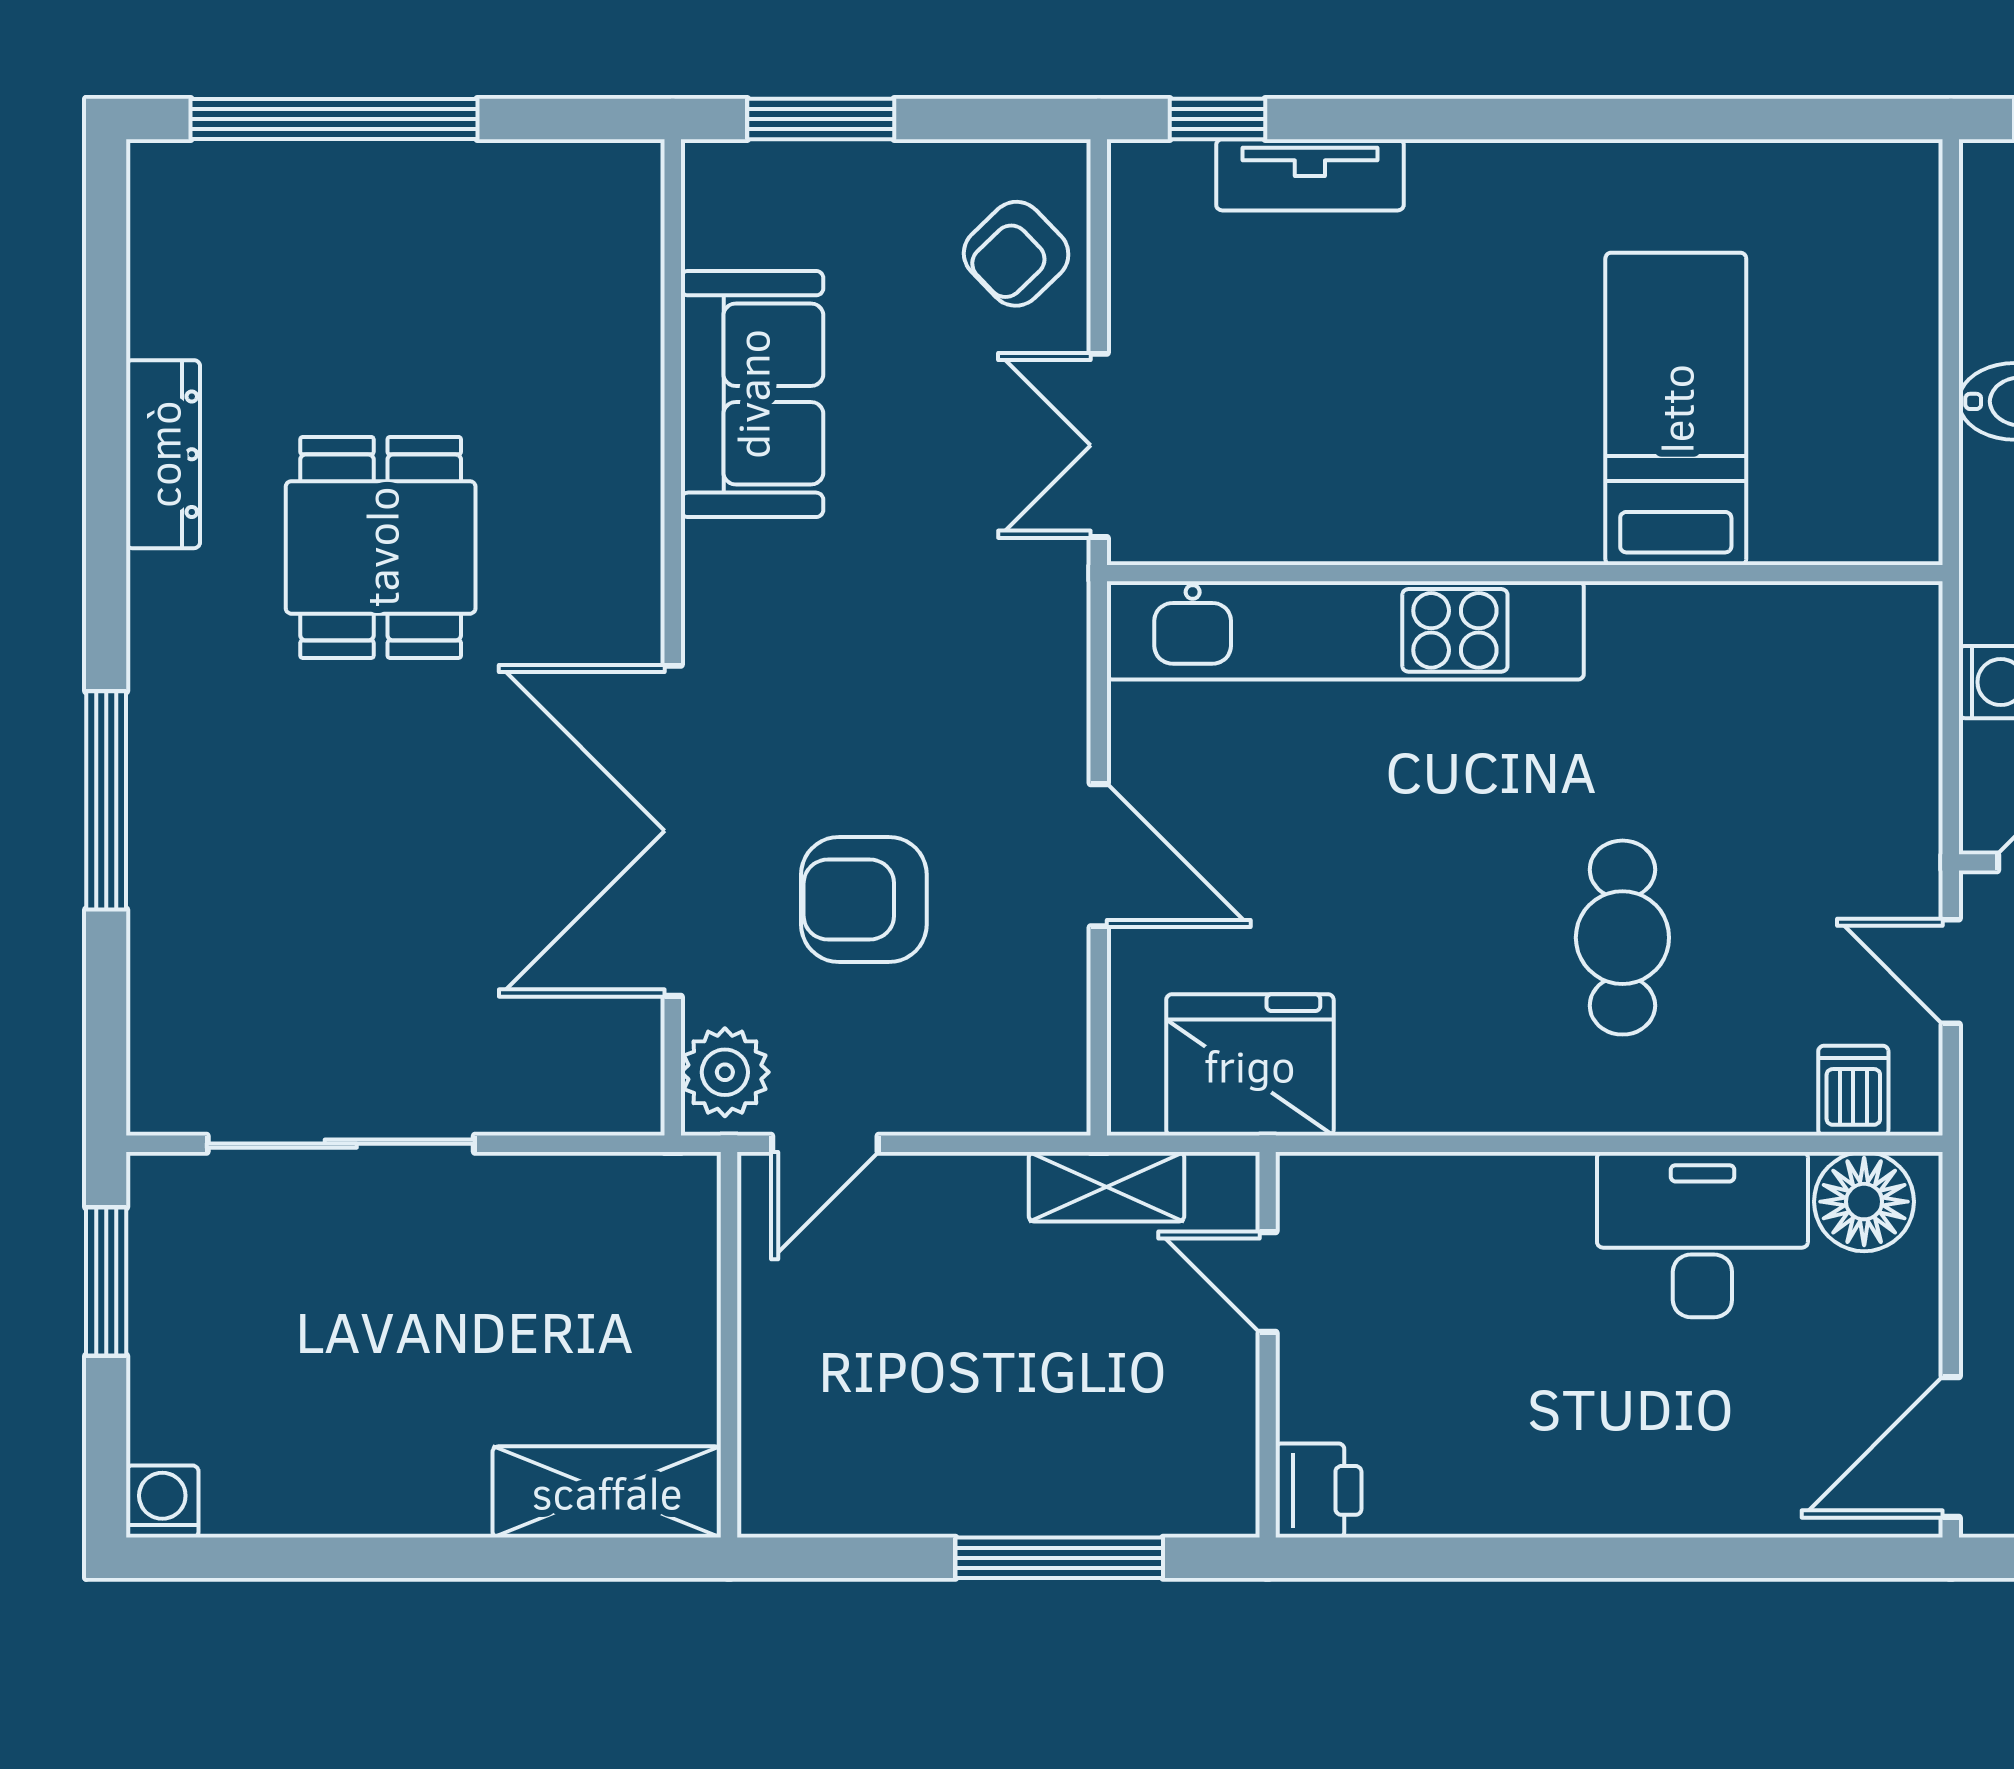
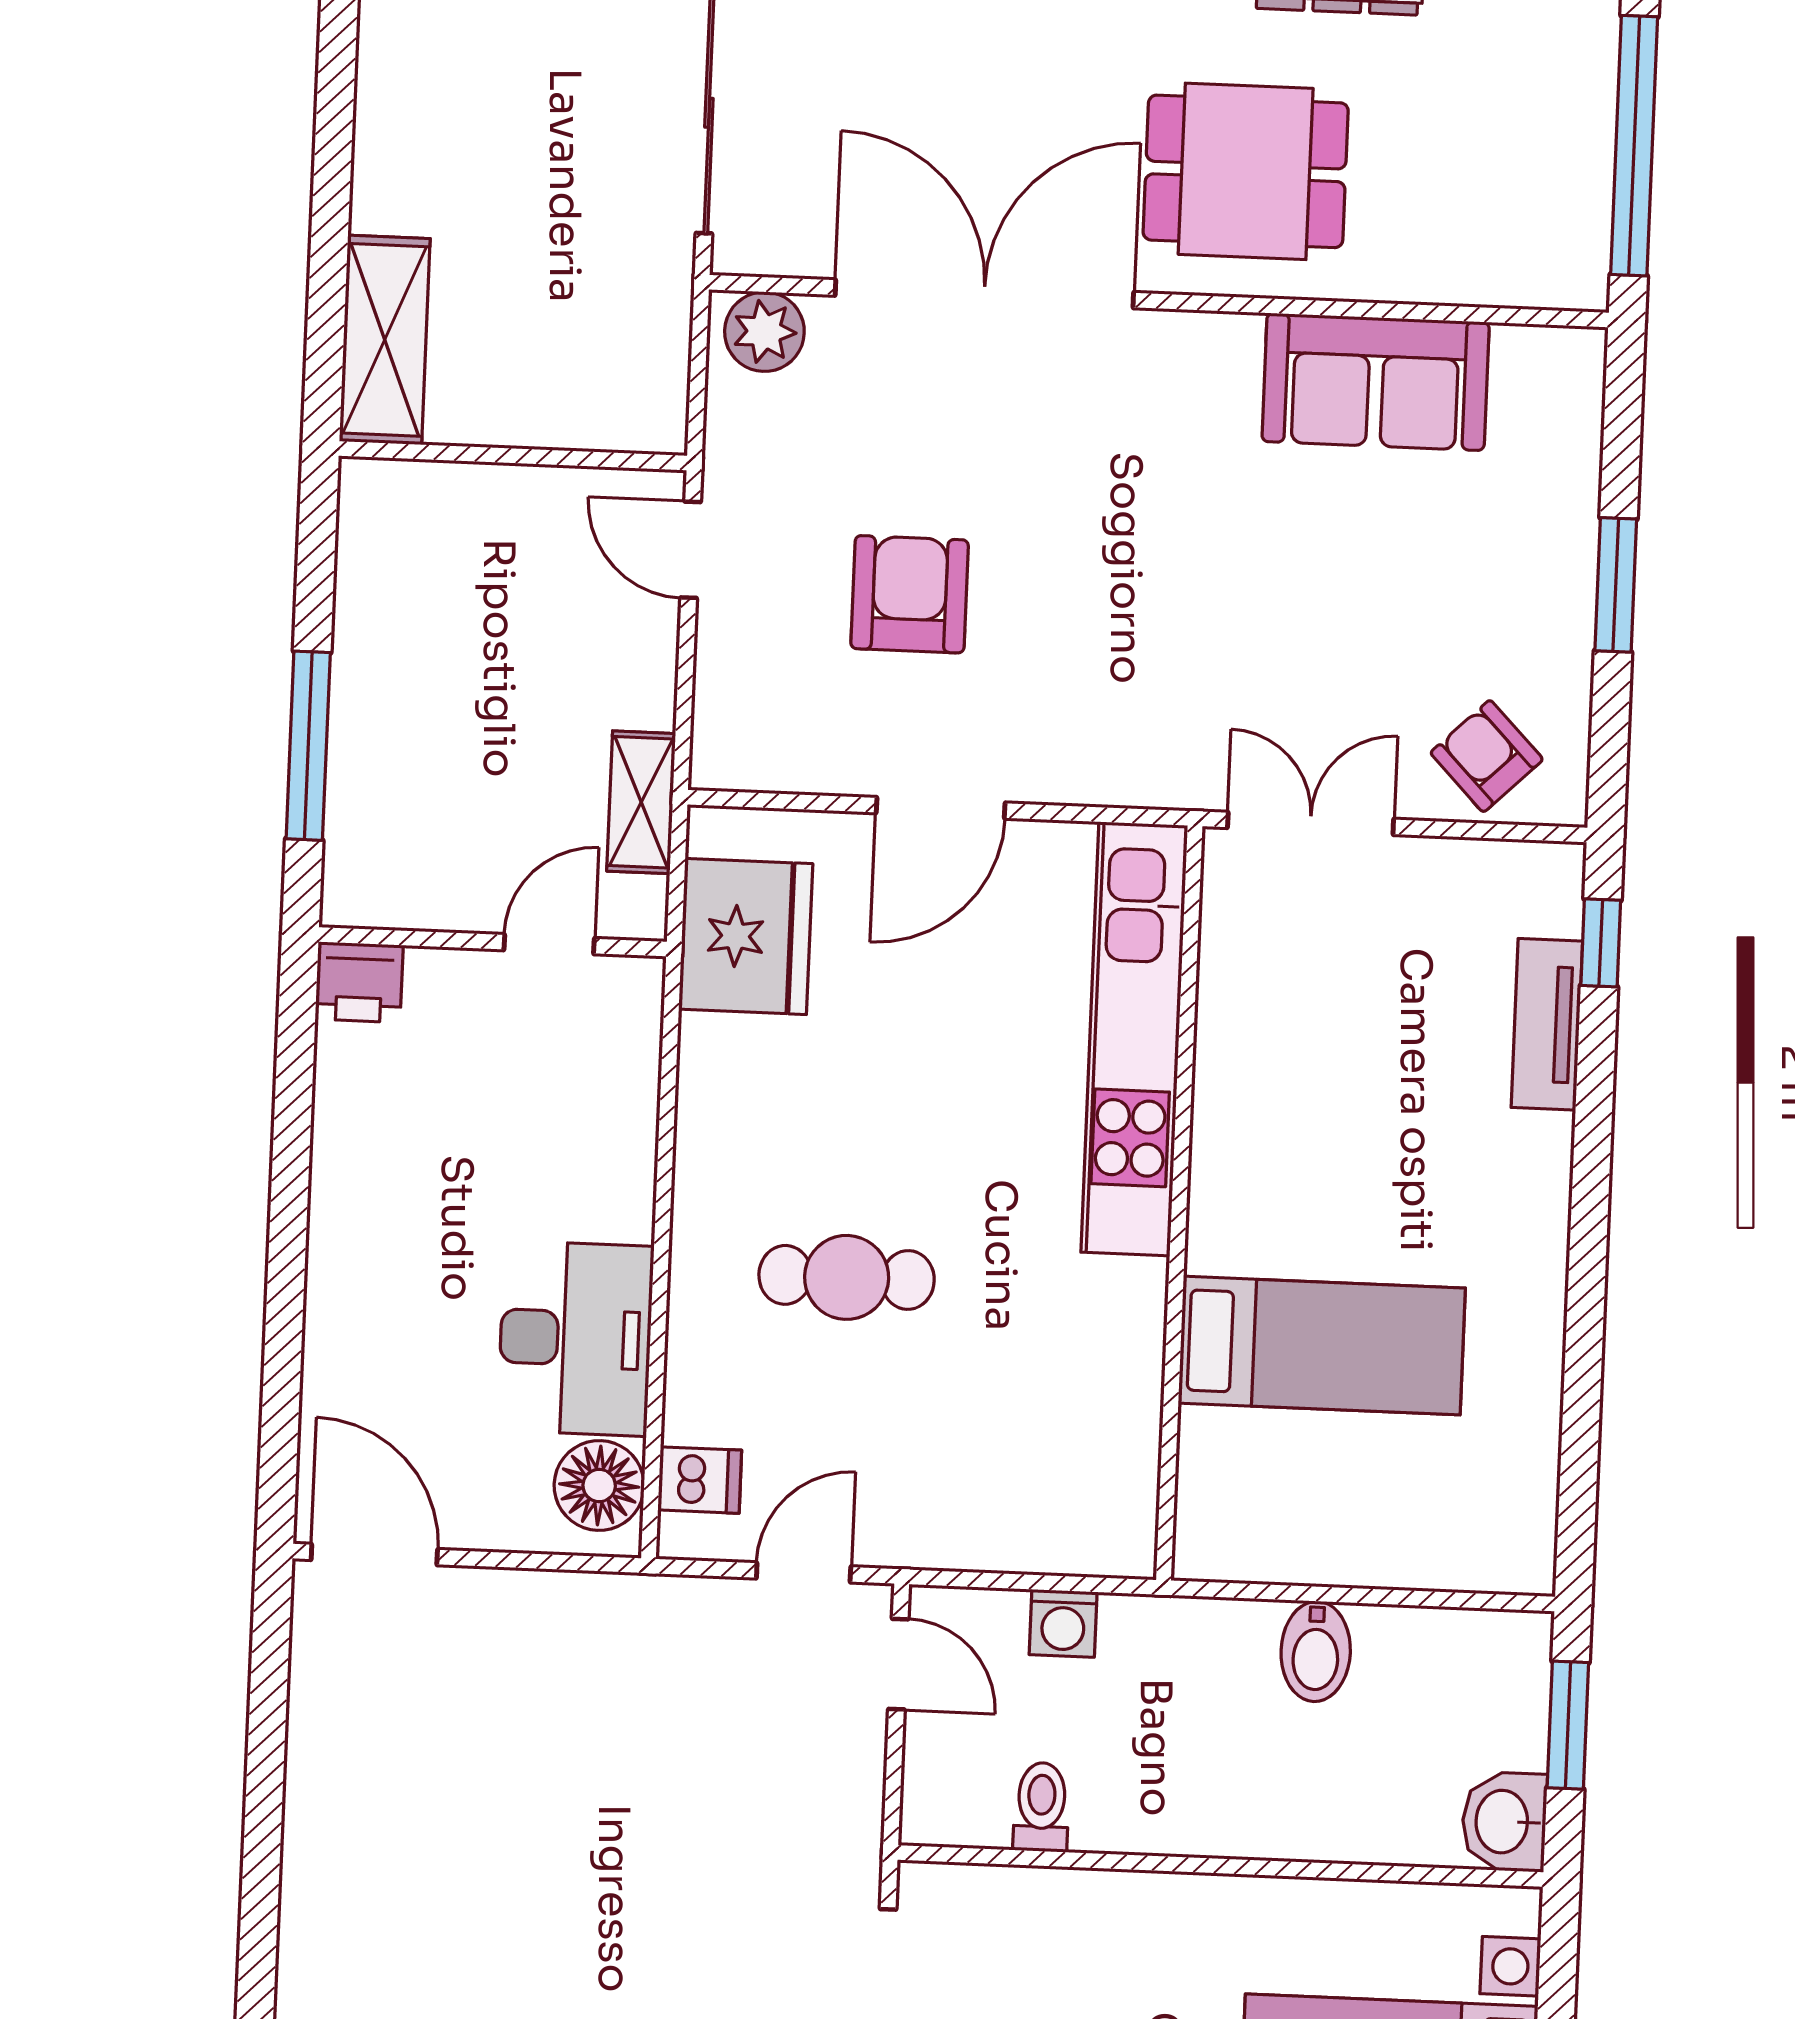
sofa: (752, 394) -> (1376, 382), moved
wall: (673, 637) -> (1159, 301), moved
double door: (673, 831) -> (984, 294), moved
plant: (725, 1072) -> (764, 332), moved

